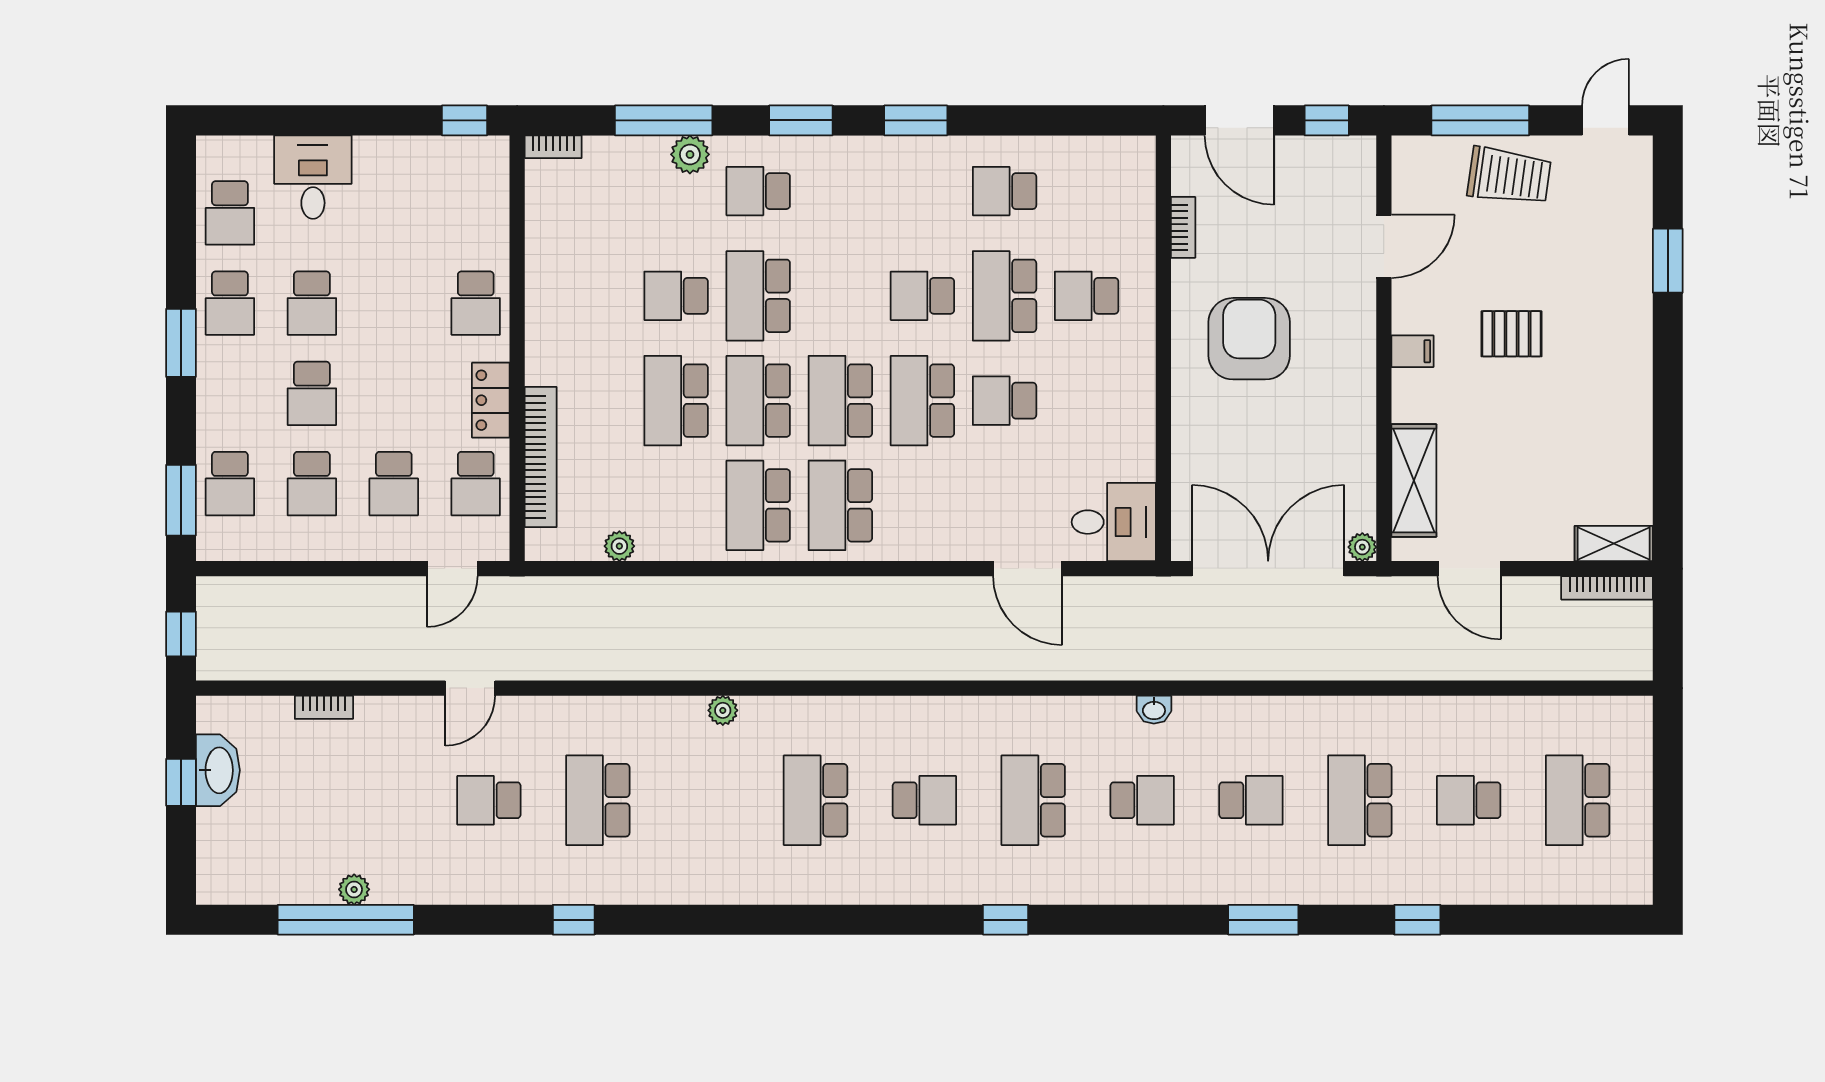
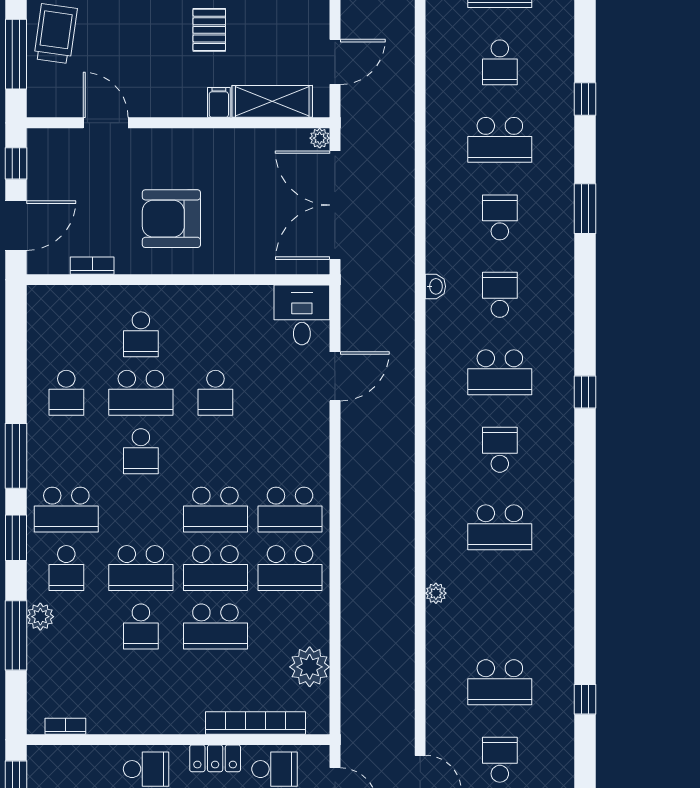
window: (916, 120) -> (16, 456), width x1.44
bookcase: (553, 147) -> (65, 726), moved, turned -90
pallet: (1512, 334) -> (209, 30), moved
filing cabinet: (1412, 351) -> (219, 102), moved
school desk: (922, 401) -> (66, 510), moved
plant: (619, 546) -> (310, 667), width x1.88, depth x1.88
school desk: (489, 800) -> (500, 760), turned 180

